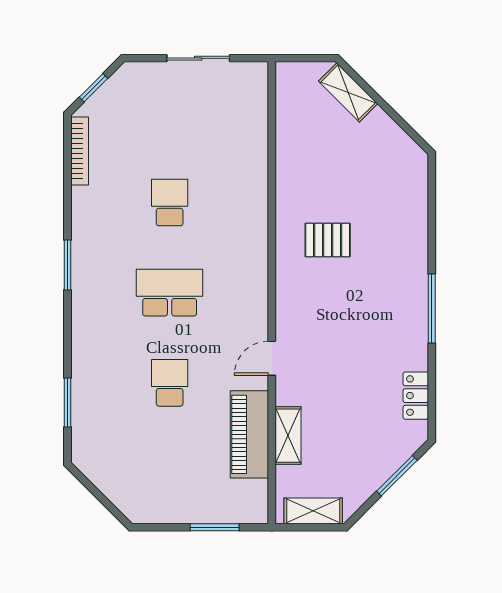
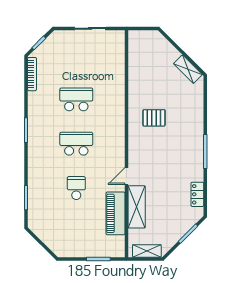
shelving: (348, 92) -> (188, 69), moved
school desk: (170, 203) -> (76, 99), width x1.85
shelving: (288, 436) -> (137, 207), width x1.50, depth x1.33

